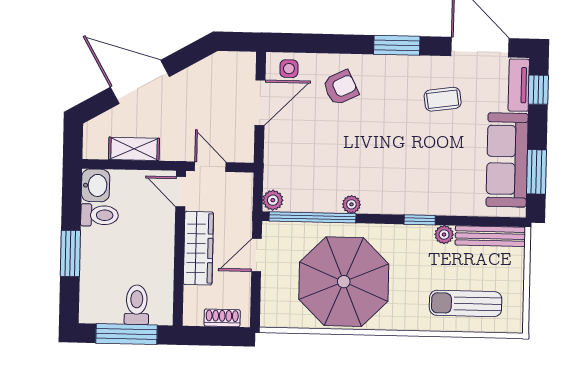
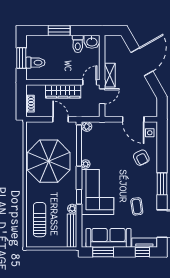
shelving: (134, 149) -> (110, 75), moved
corner sofa: (410, 181) -> (97, 192), added
window: (127, 334) -> (21, 58), width x0.69

